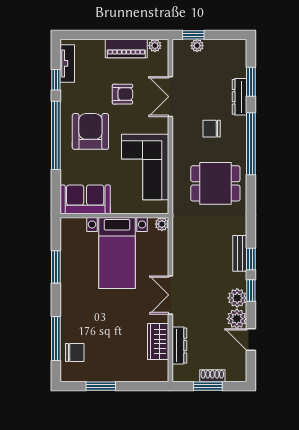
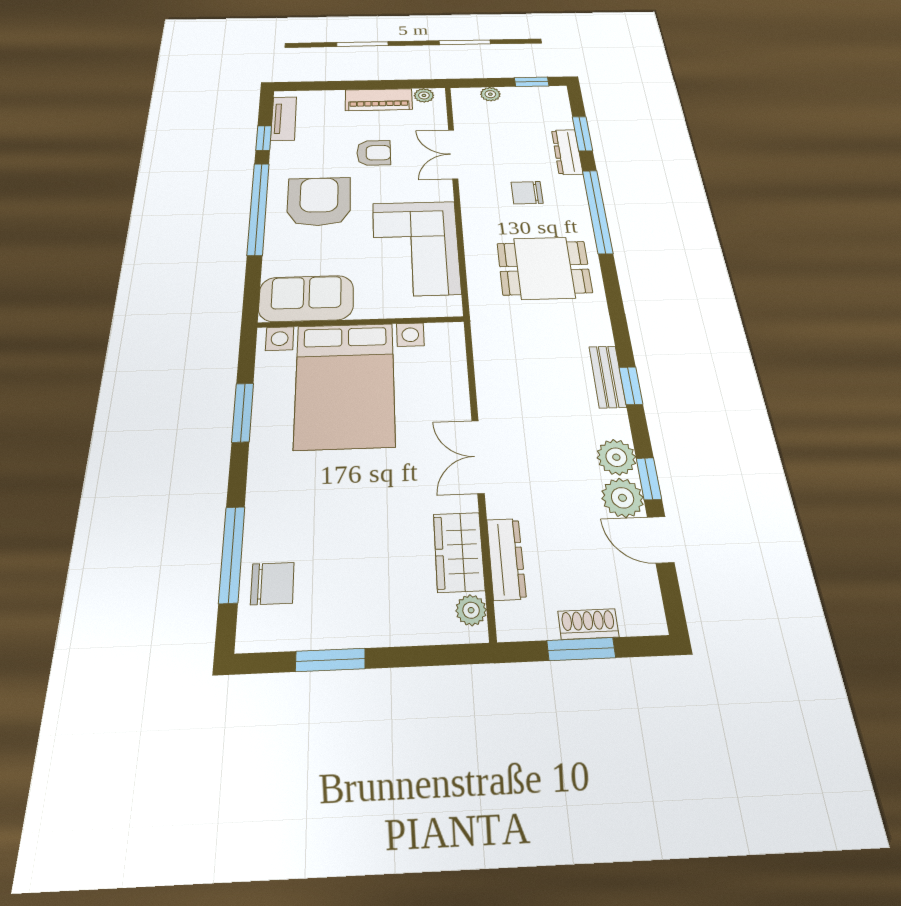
window: (193, 35) -> (532, 82), moved
plant: (162, 224) -> (471, 610), moved
bed with nightstands: (117, 253) -> (345, 384), width x1.36
window: (251, 291) -> (649, 479), moved

